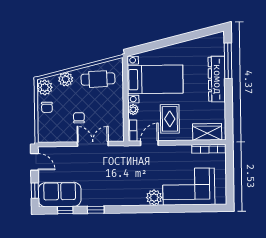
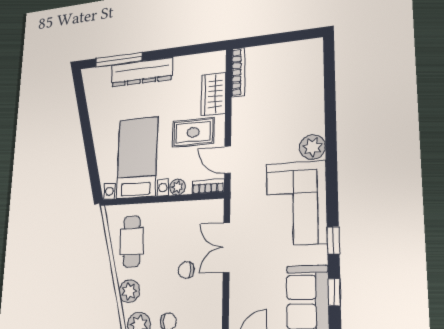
wardrobe: (207, 132) -> (213, 94), moved
corner sofa: (189, 187) -> (296, 203), moved

